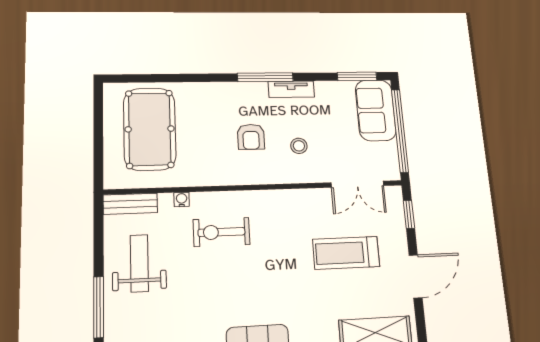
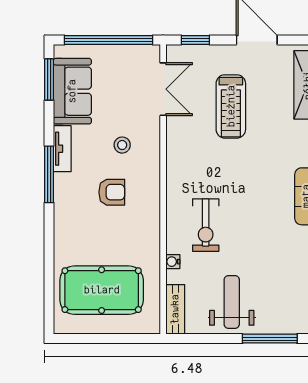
sofa: (376, 110) -> (72, 91), moved, turned -90
weight bench: (139, 263) -> (232, 302), turned 90

